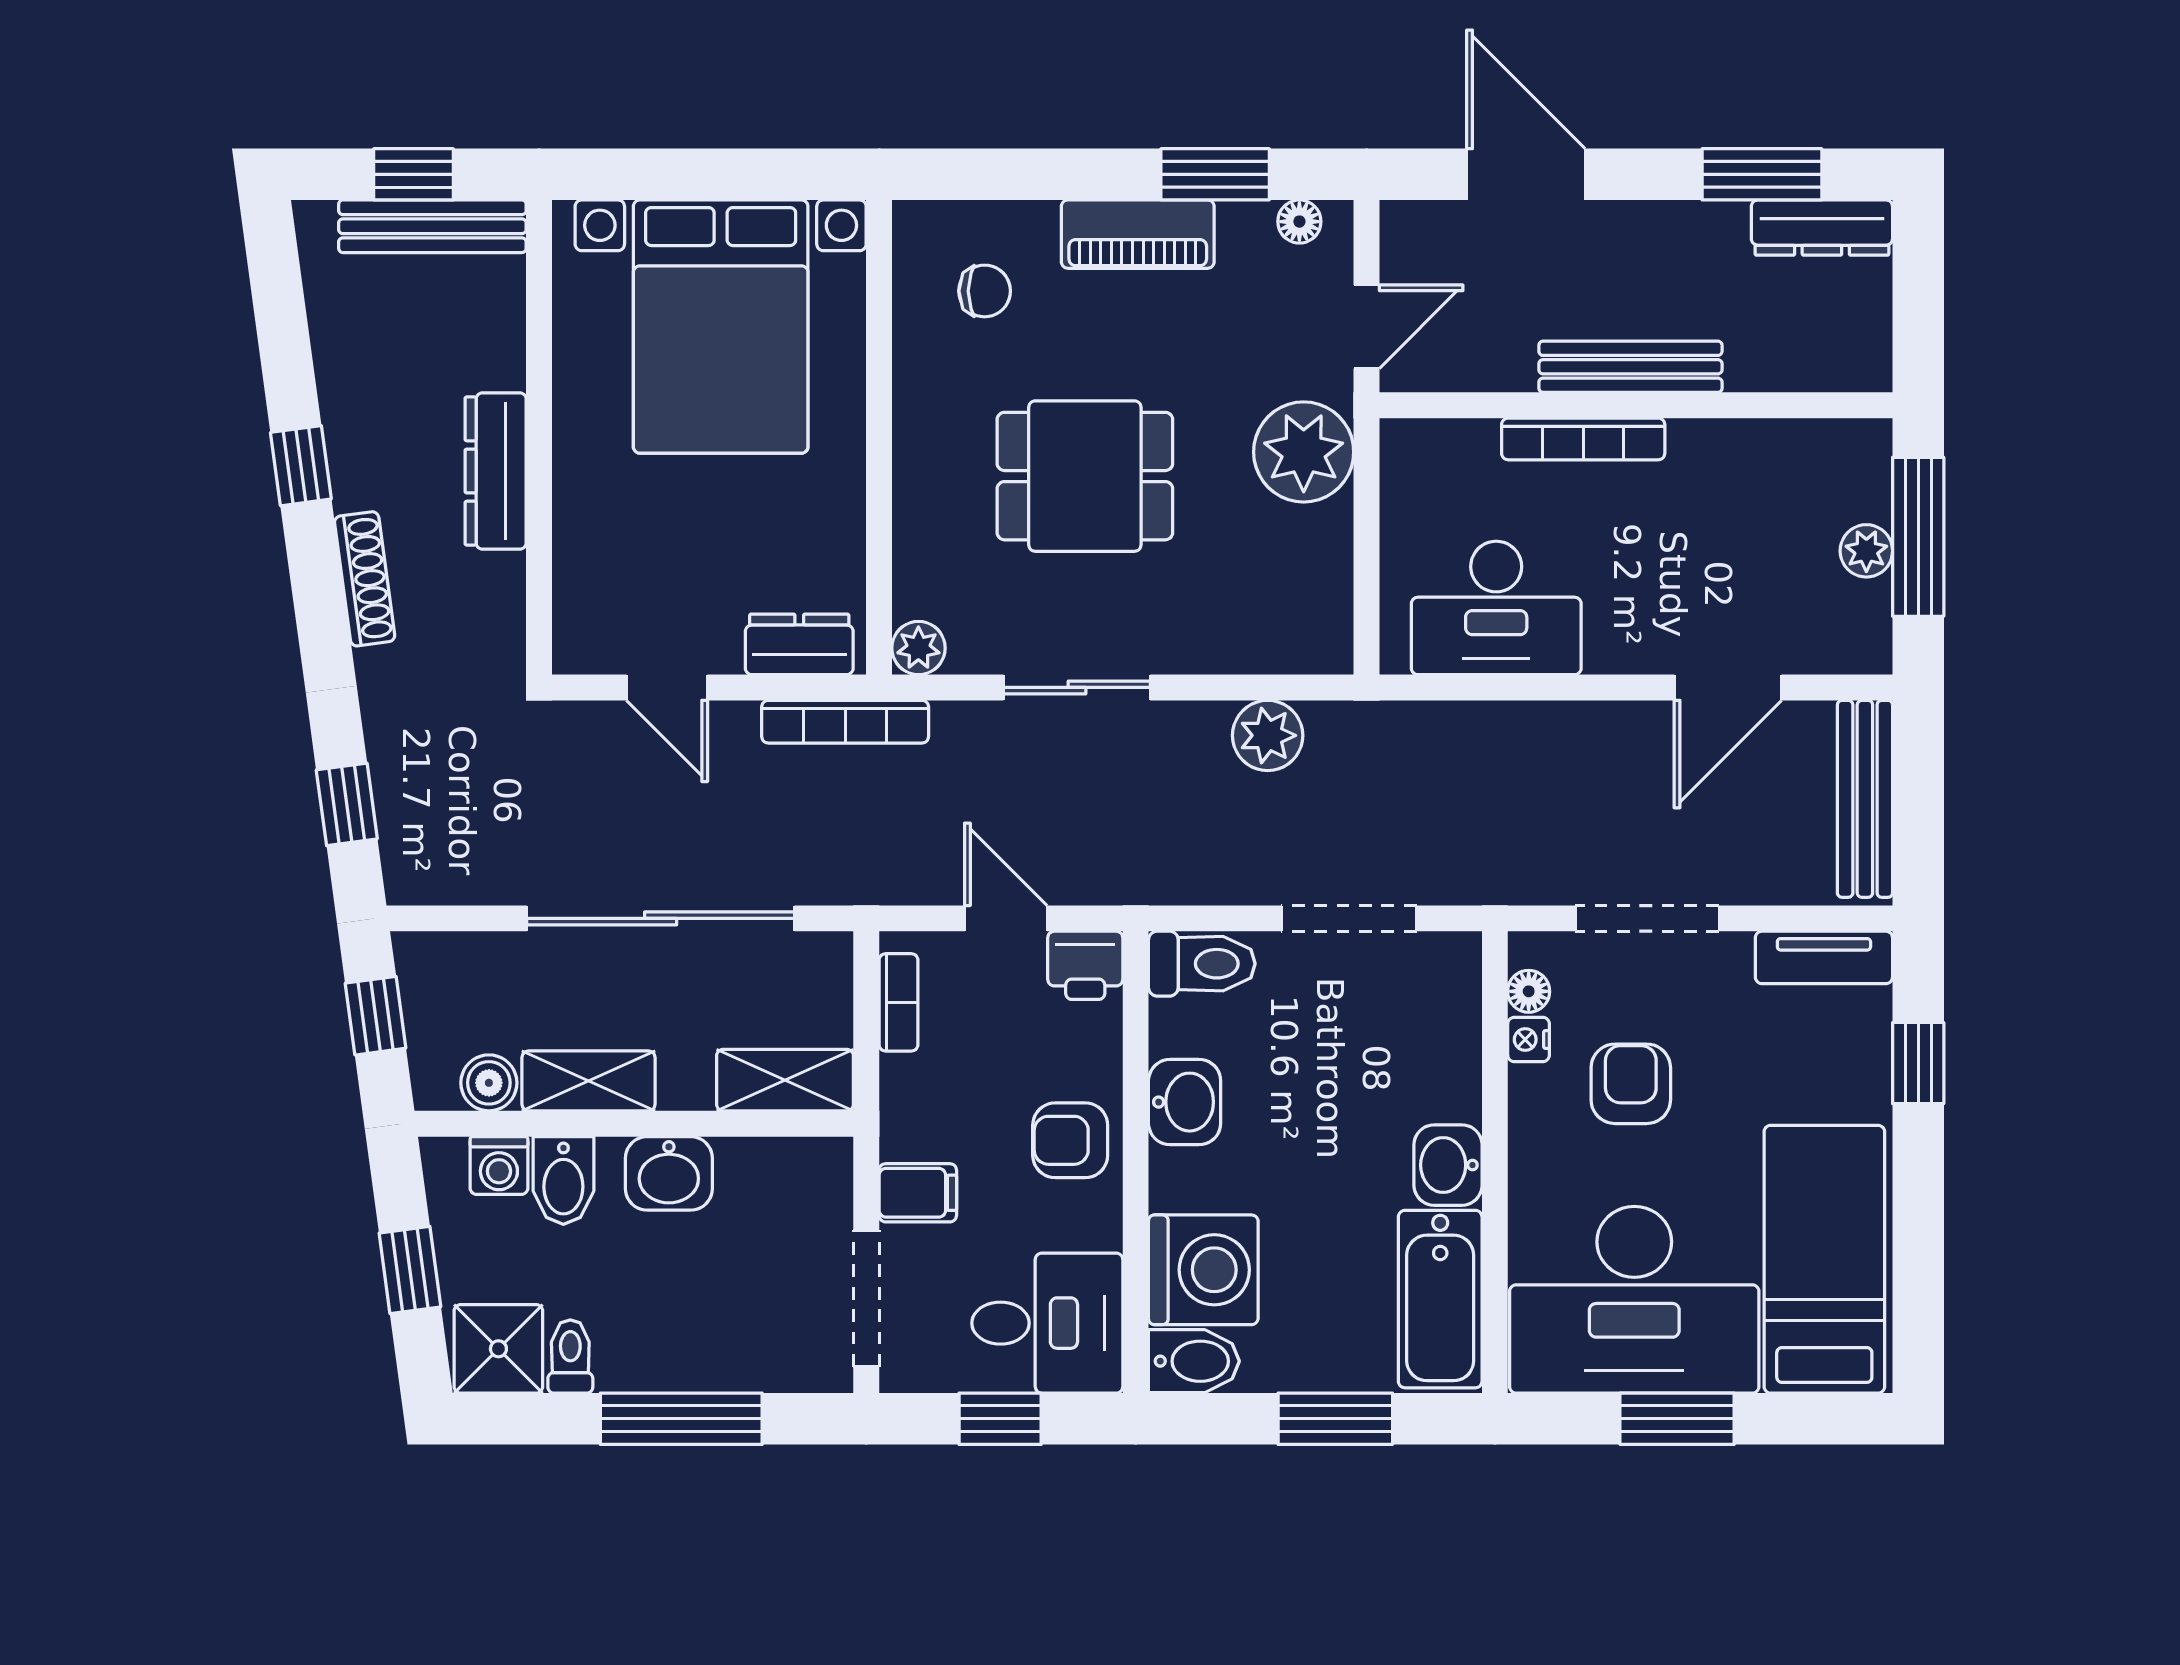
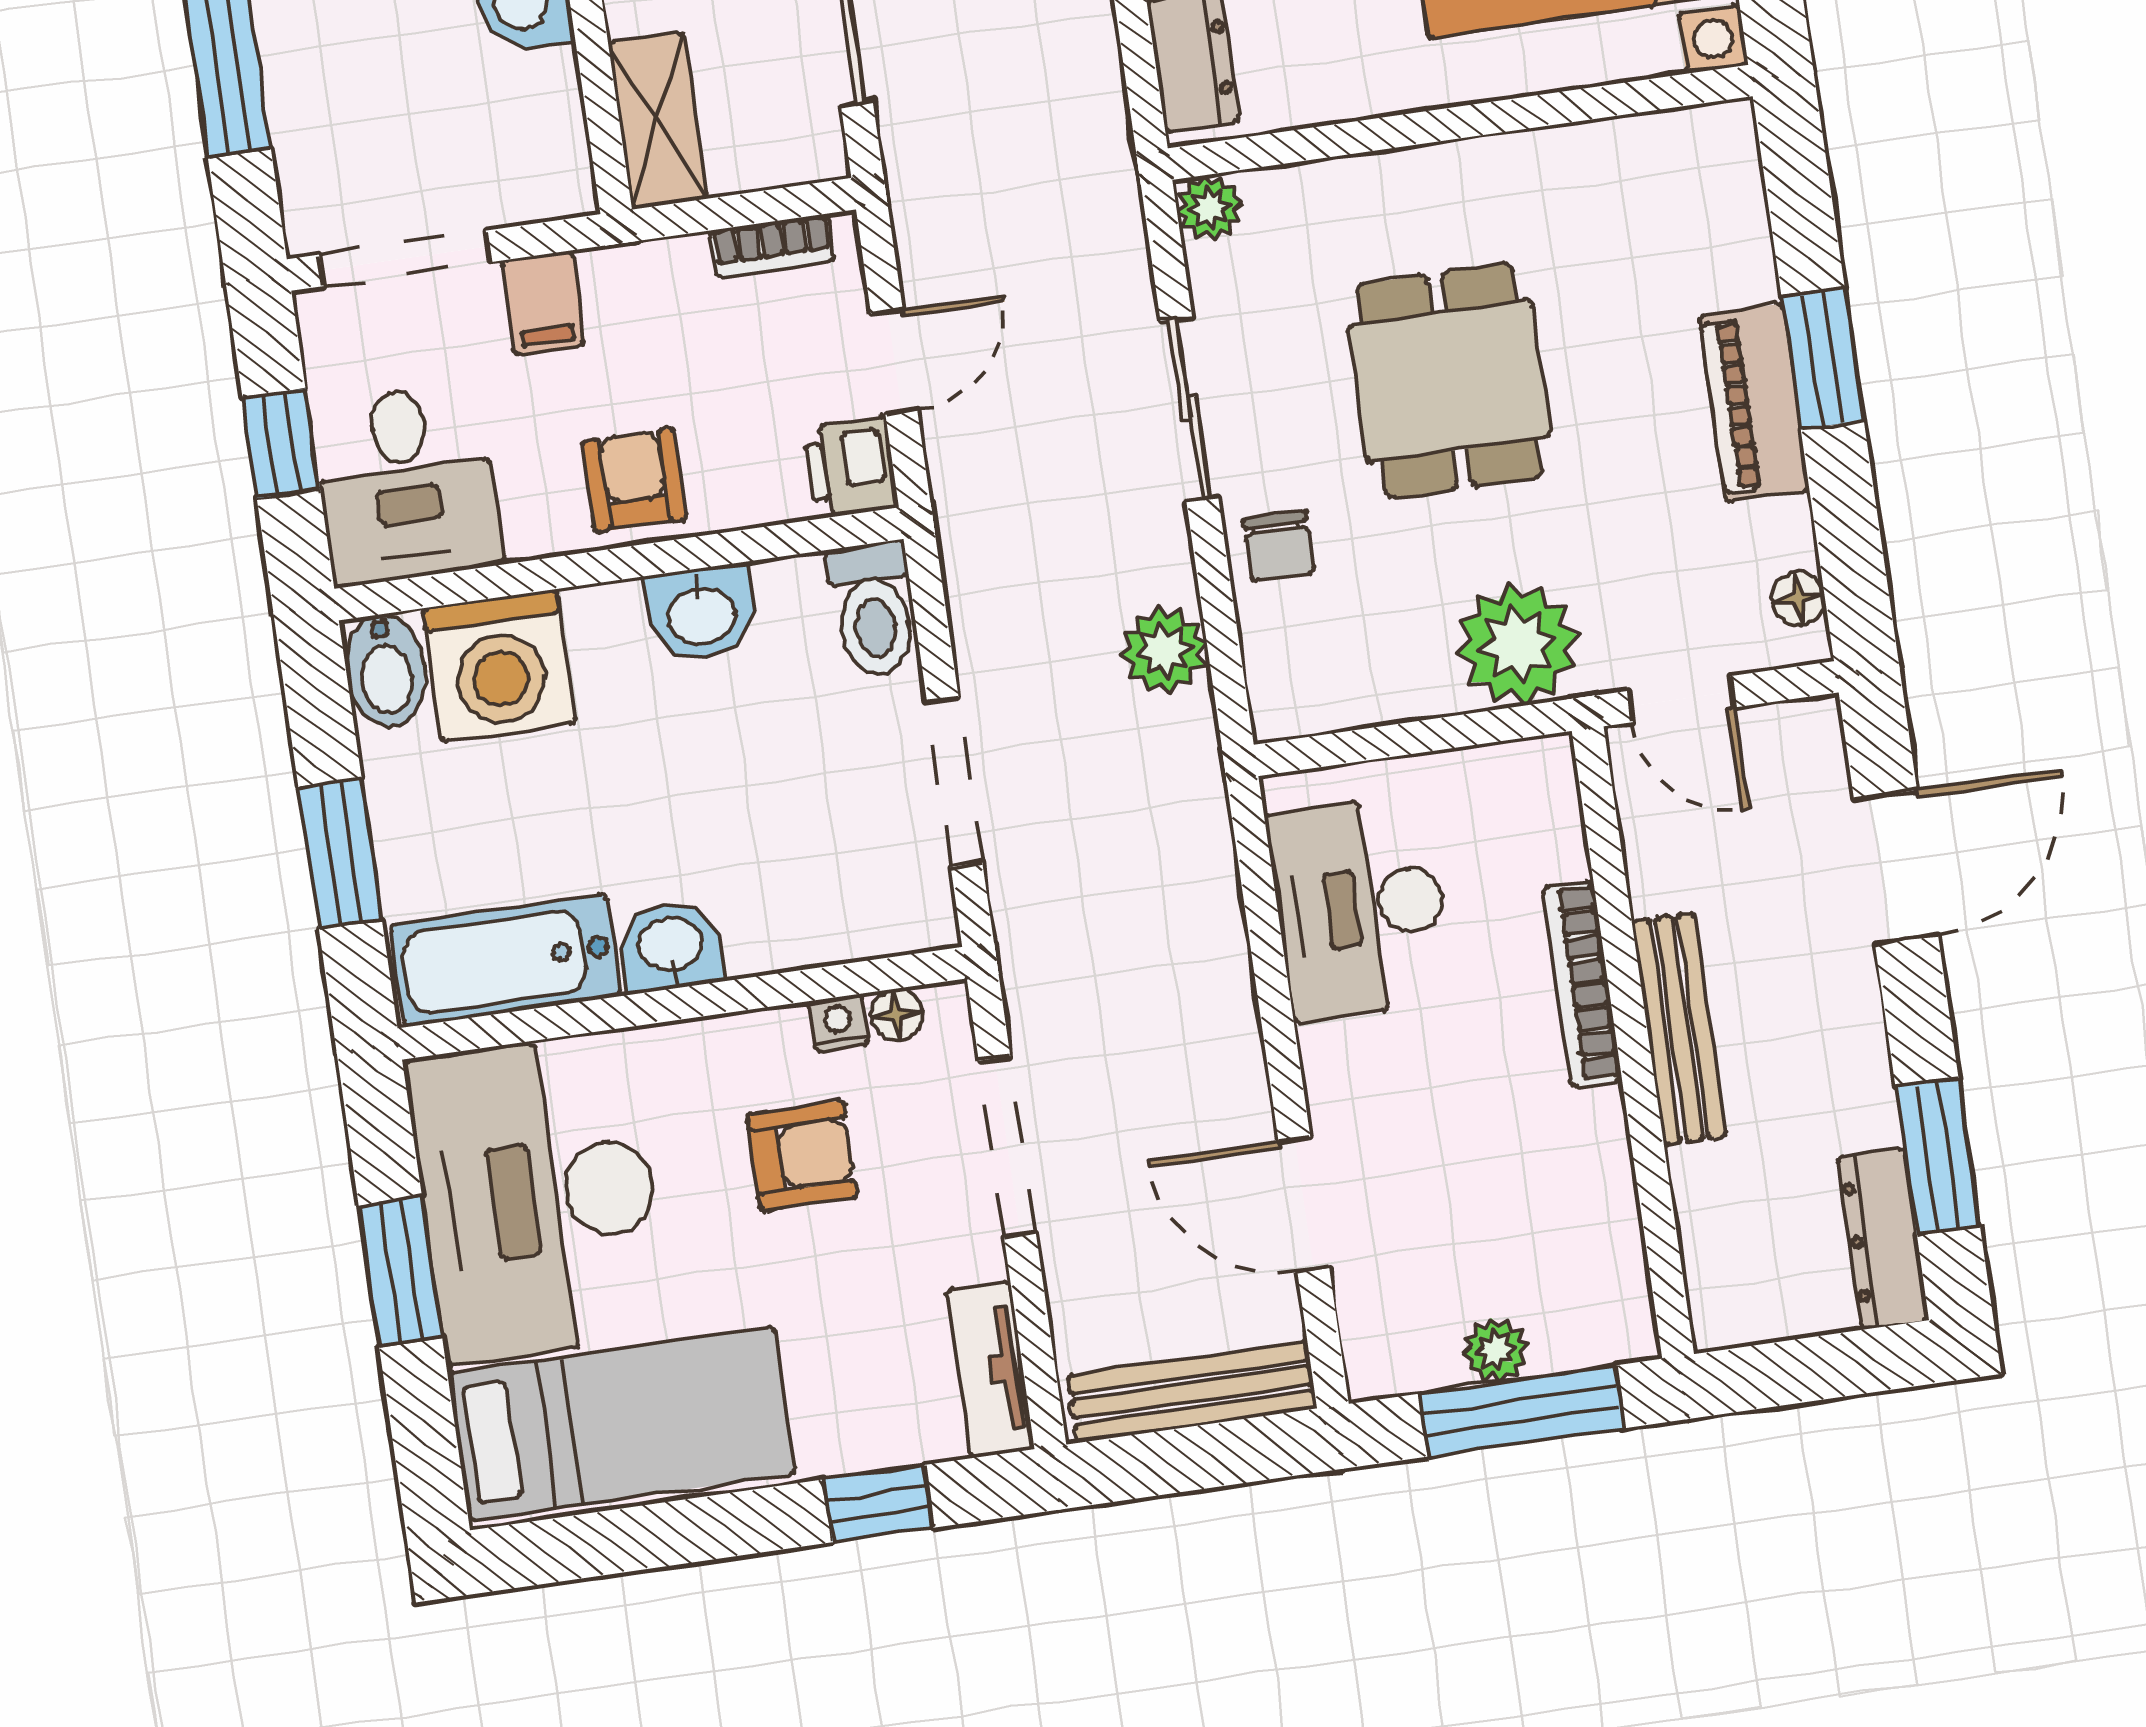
window: (1215, 174) -> (1823, 358), moved
chair: (985, 291) -> (1279, 546), moved
bookcase: (845, 722) -> (1106, 131), removed

